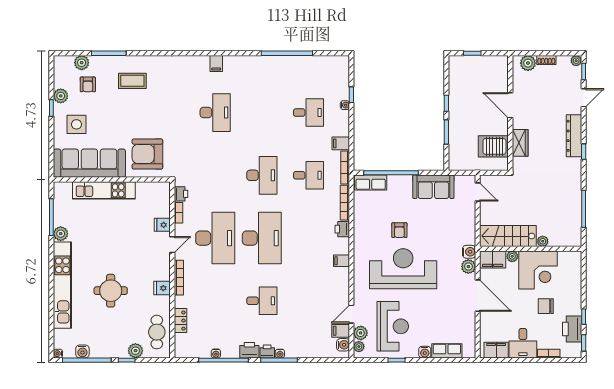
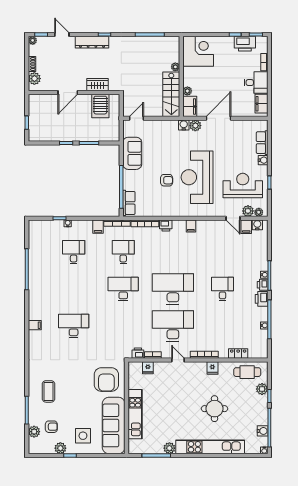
fridge: (162, 225) -> (148, 368), moved
corner desk: (538, 270) -> (198, 51), moved
chair: (546, 306) -> (227, 64), removed

